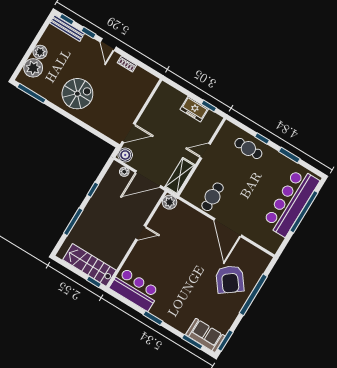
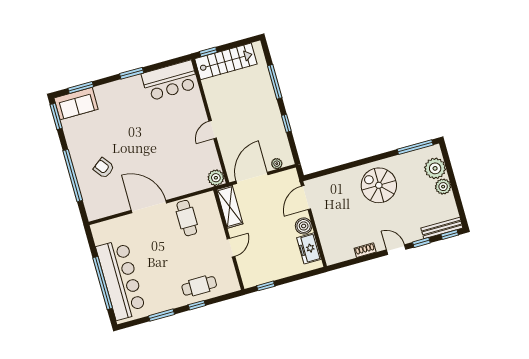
spiral stairs: (77, 94) -> (379, 185), turned 90
freezer: (194, 109) -> (309, 248), moved, turned -90
boiler: (125, 155) -> (304, 226), moved
armchair: (230, 279) -> (104, 168), width x0.53, depth x0.53

